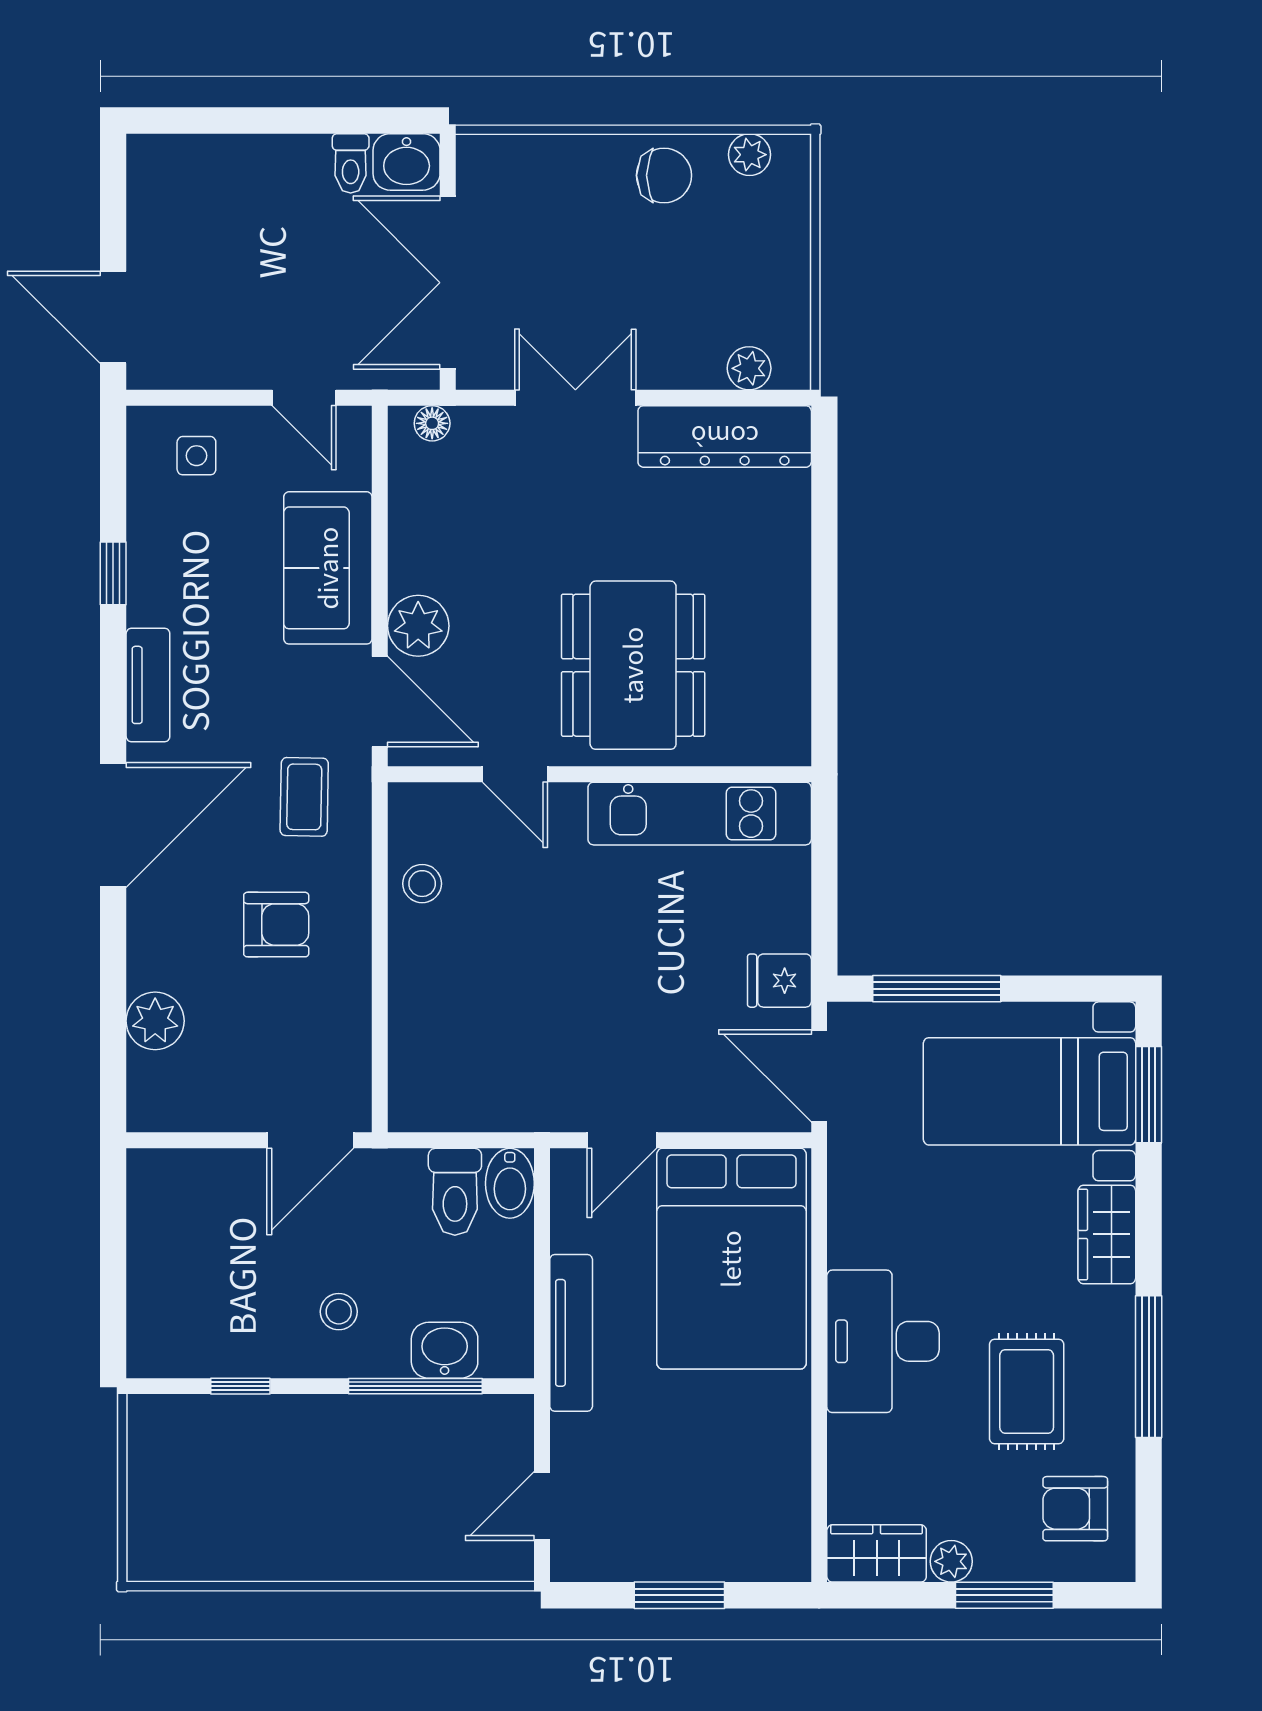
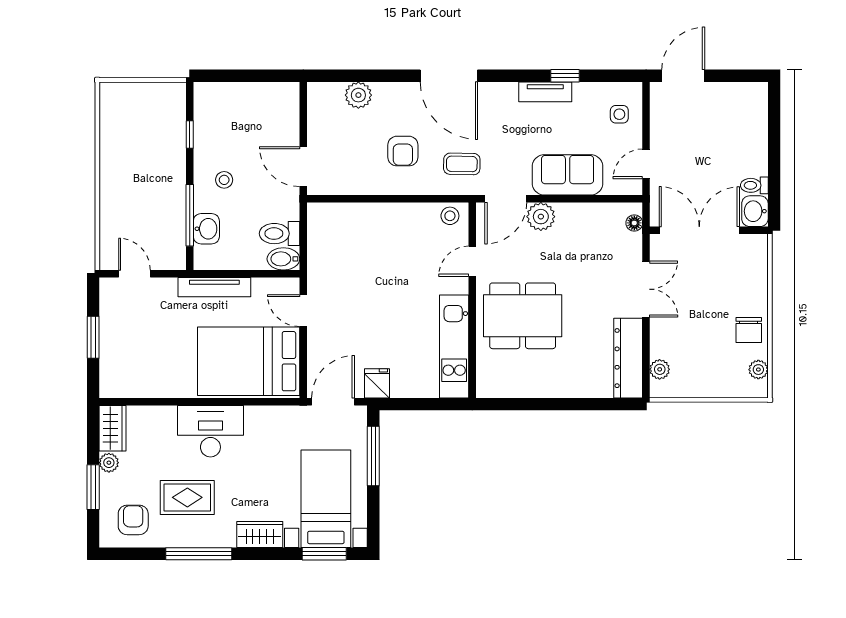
tv unit: (148, 685) -> (545, 92), moved
stool: (422, 884) -> (450, 216), moved

